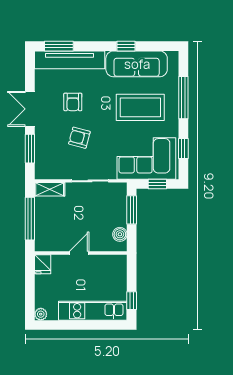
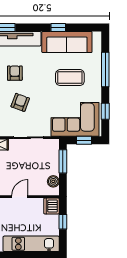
armchair: (73, 102) -> (15, 73), turned 180
coffee table: (140, 107) -> (70, 78), width x0.73, depth x0.76
armchair: (79, 138) -> (20, 102), turned 95
dishwasher: (118, 264) -> (51, 206), added
window: (132, 301) -> (63, 222), moved

